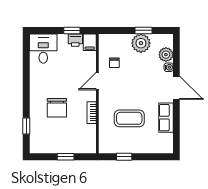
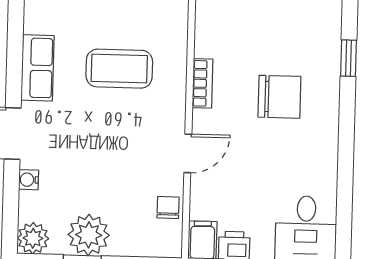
plant: (166, 55) -> (33, 238), moved
chair: (114, 63) -> (168, 207), moved
chair: (57, 108) -> (279, 97), turned 90

